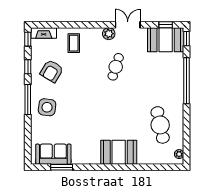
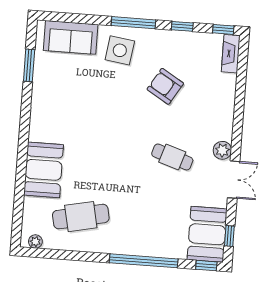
coffee table: (74, 43) -> (212, 97), removed
armchair: (52, 71) -> (165, 86), moved
booth: (119, 152) -> (44, 170), moved
sofa: (53, 154) -> (71, 37), moved, turned 90

